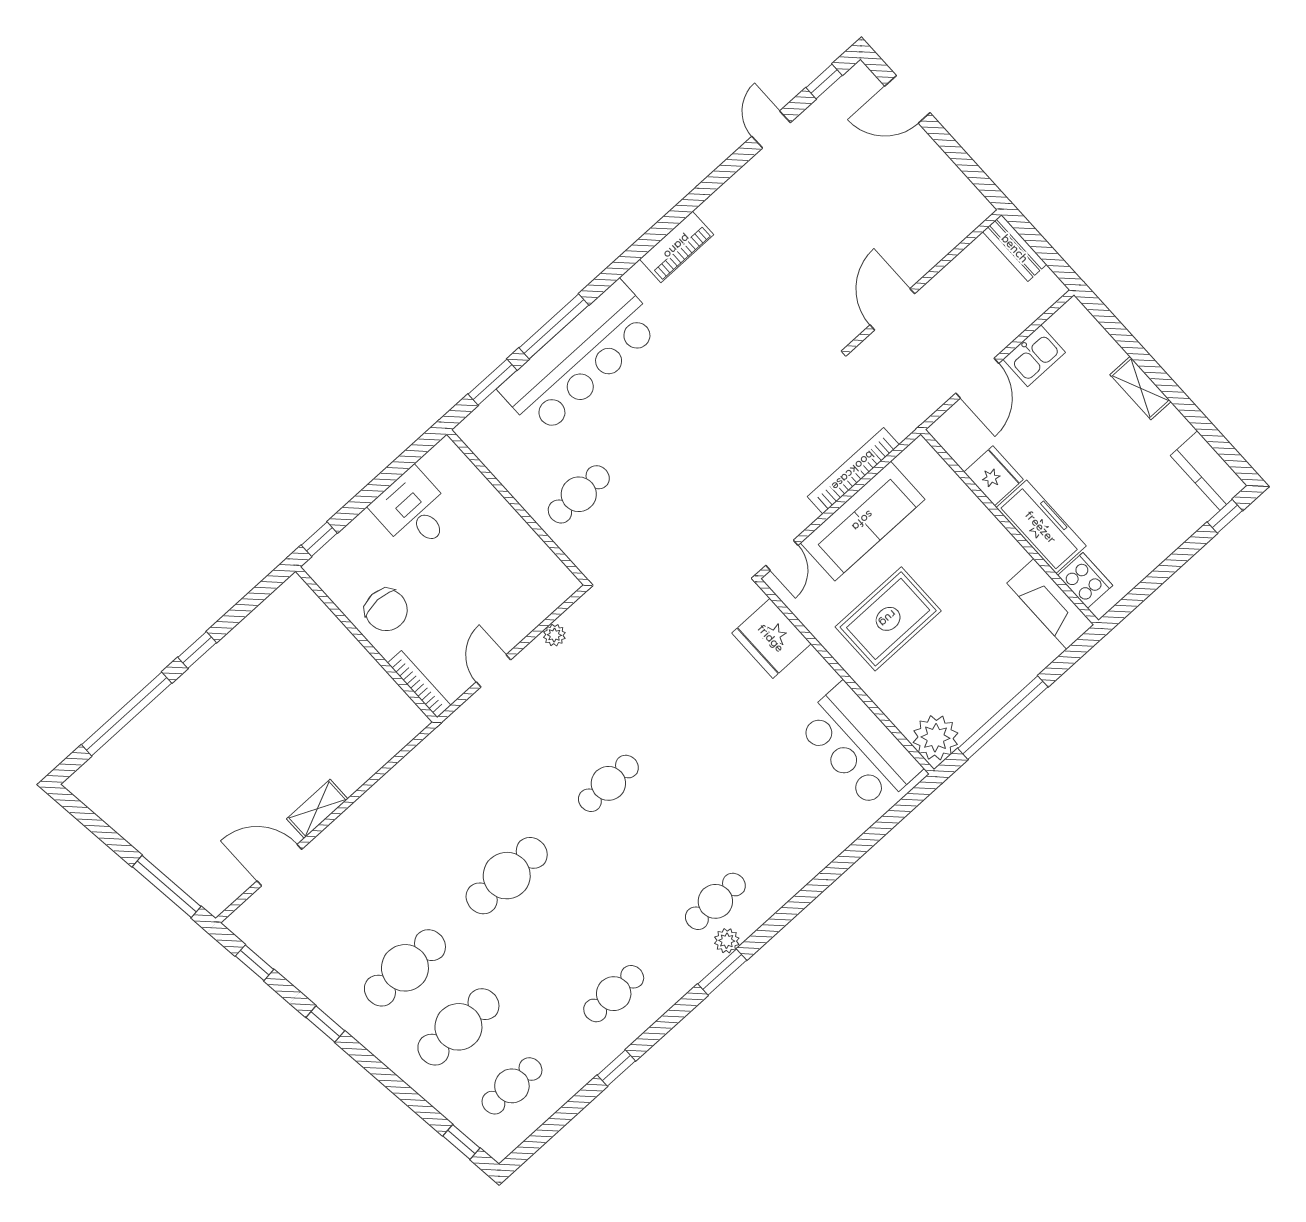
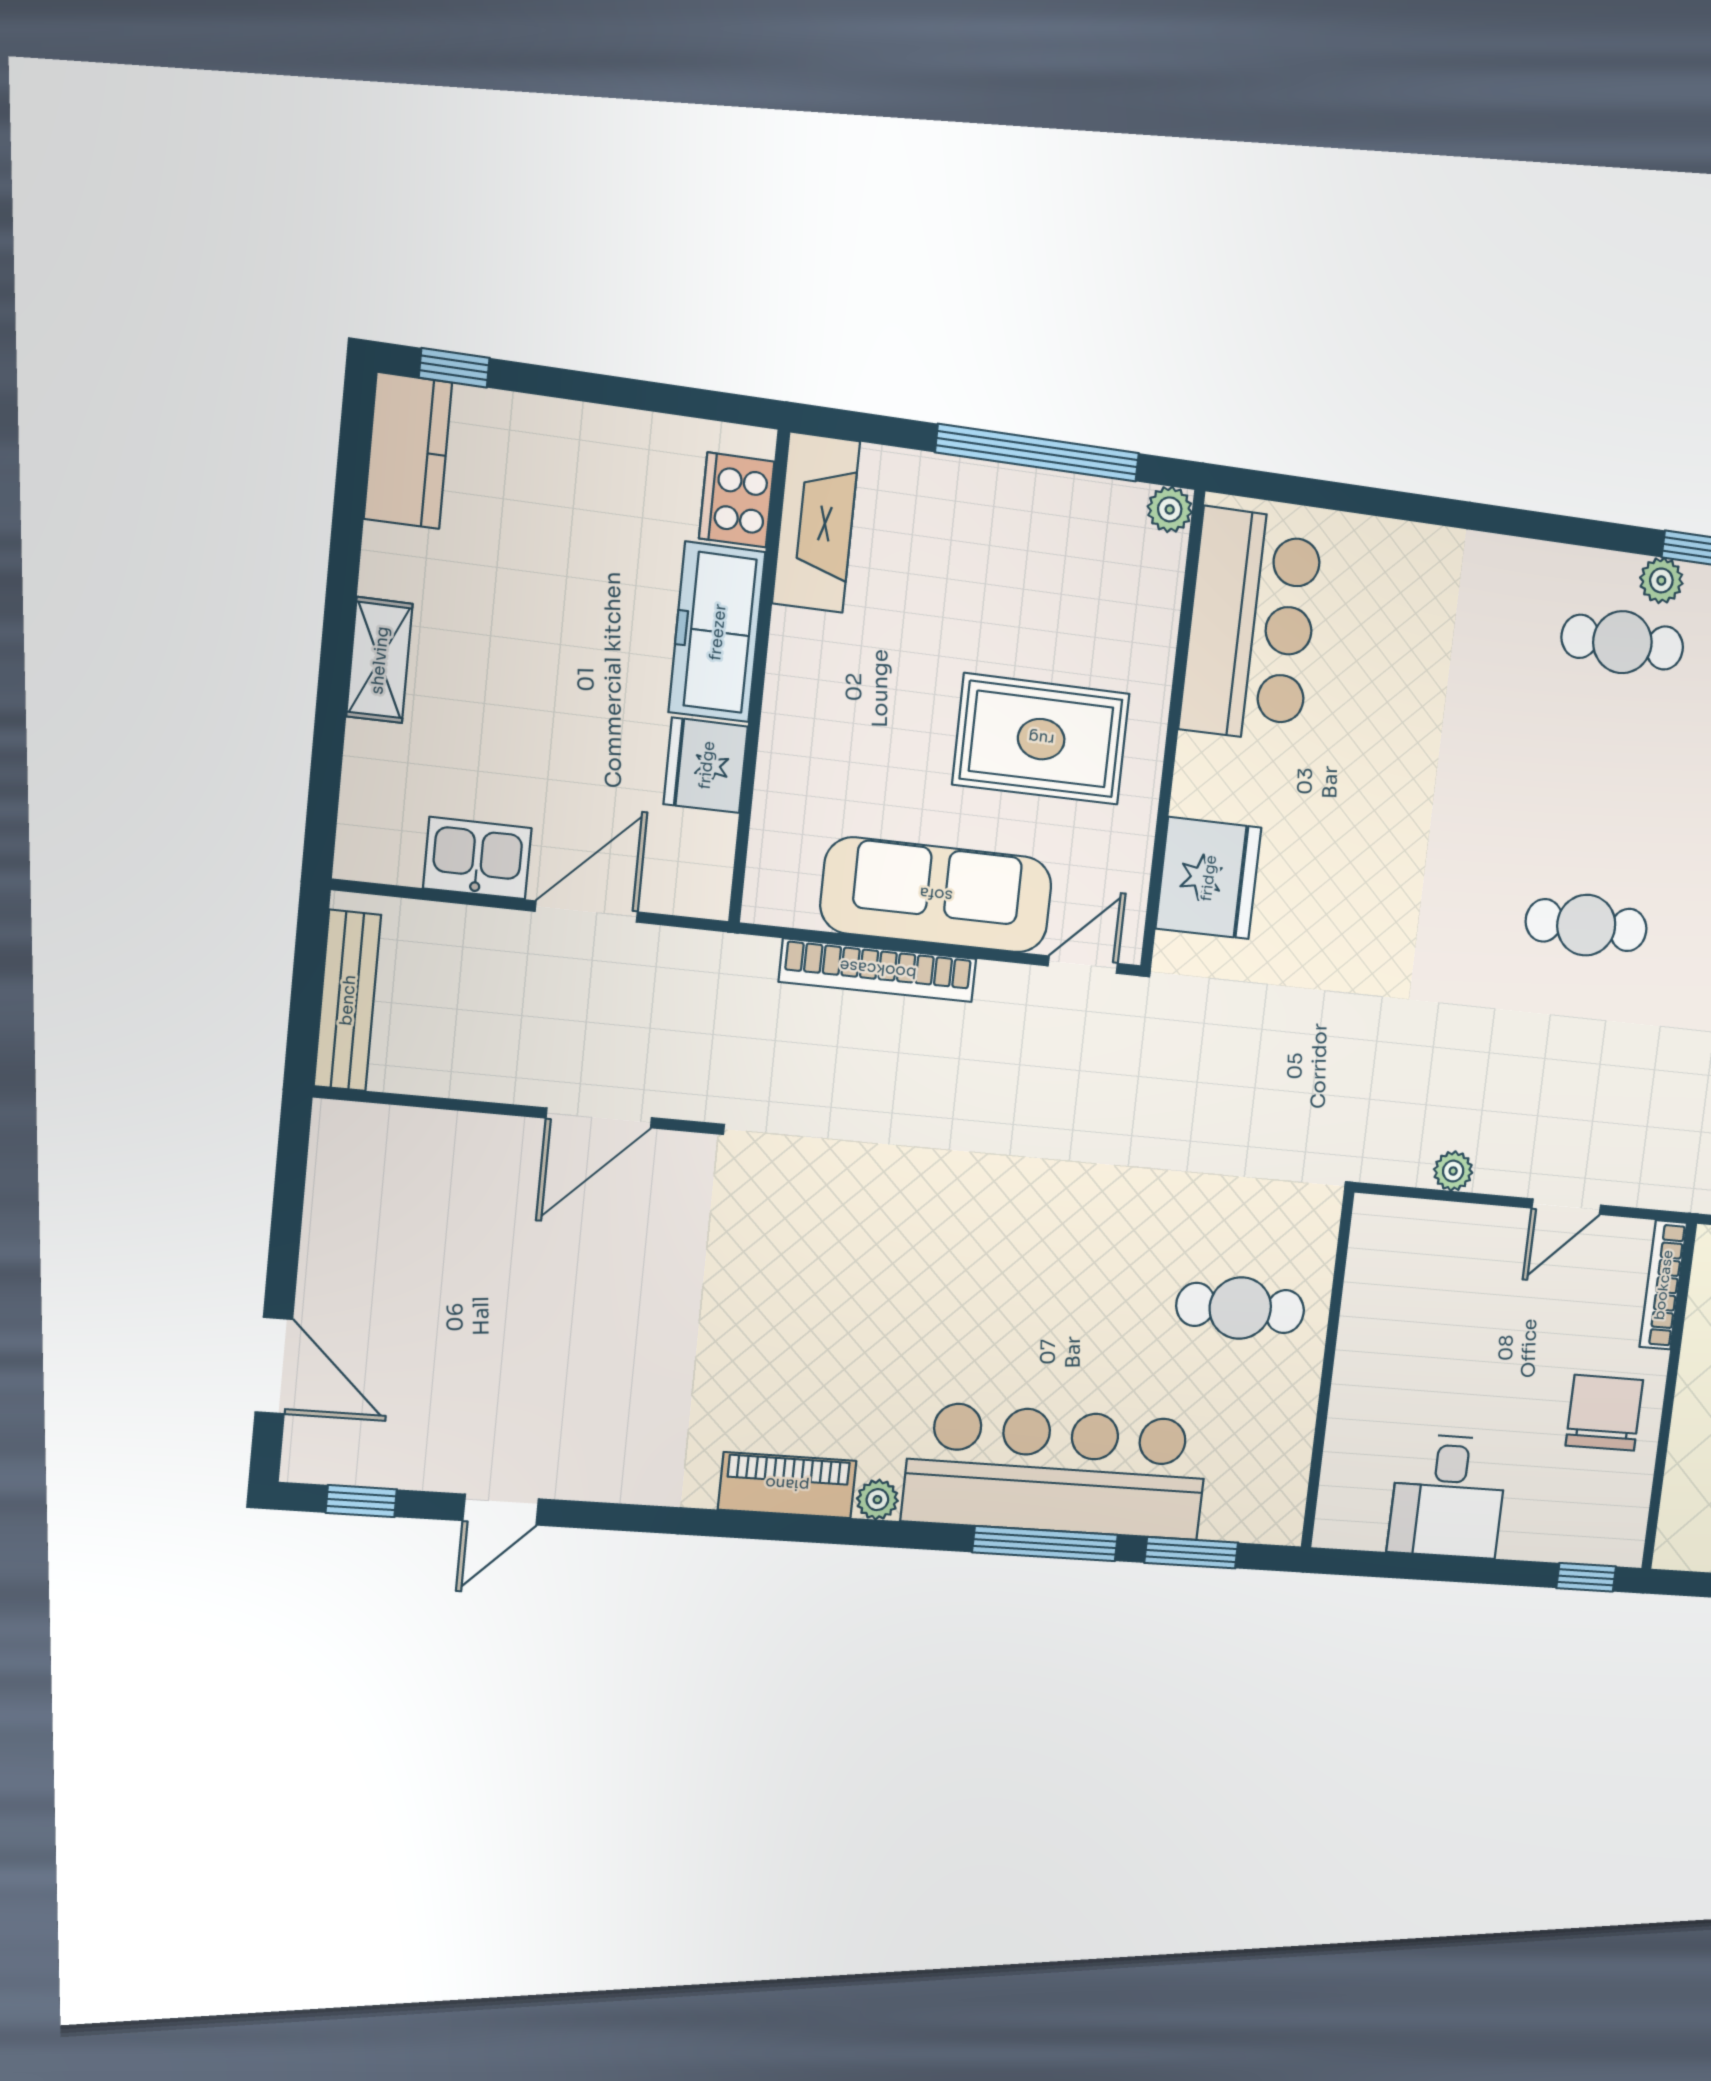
bench: (1015, 248) -> (347, 1000), width x1.36
plant: (637, 277) -> (877, 1500), added
plant: (936, 738) -> (1170, 509), width x0.53, depth x0.53

